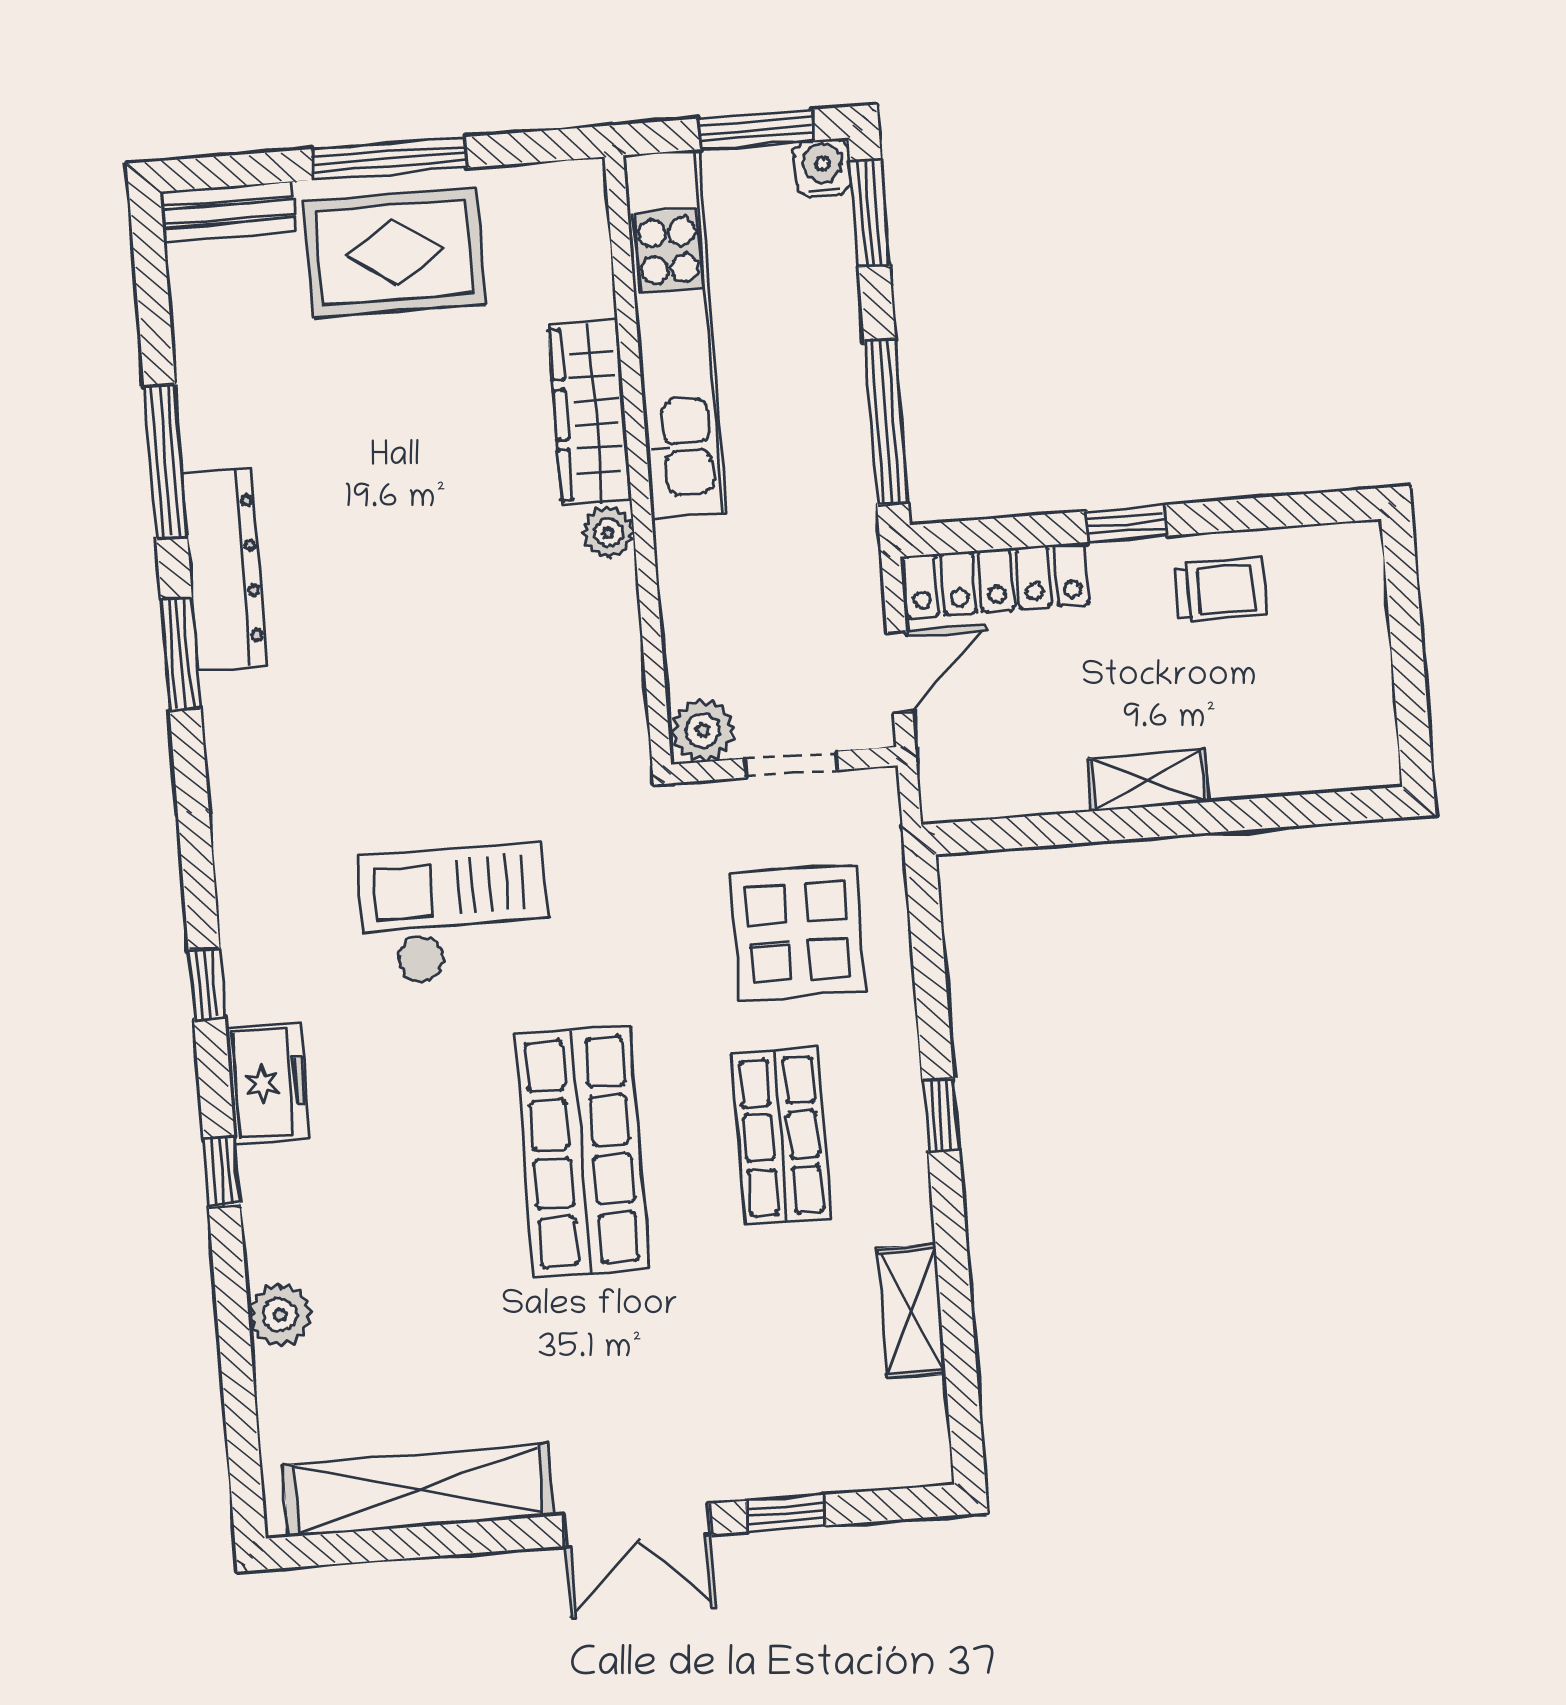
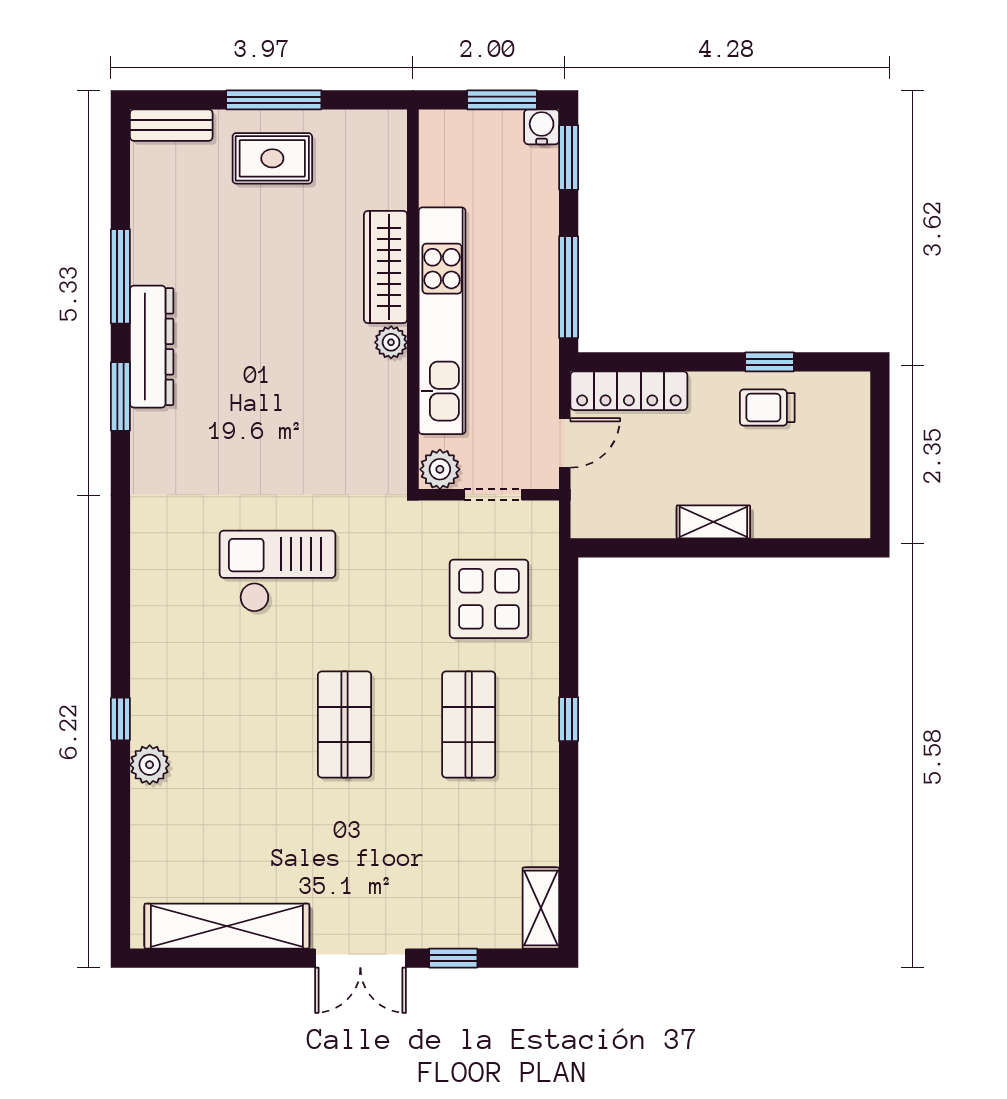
rug: (394, 252) -> (272, 158), width x0.73, depth x0.70
kitchen unit: (675, 334) -> (442, 321), moved
window: (1126, 523) -> (770, 362), moved
trolley: (1220, 590) -> (767, 408), turned 180
window: (207, 984) -> (120, 602), removed
freezer: (268, 1083) -> (153, 666), removed
shop shelf: (582, 1152) -> (345, 725), width x0.70, depth x0.74
shelving: (911, 1311) -> (541, 908), moved
plant: (280, 1315) -> (150, 765), moved

